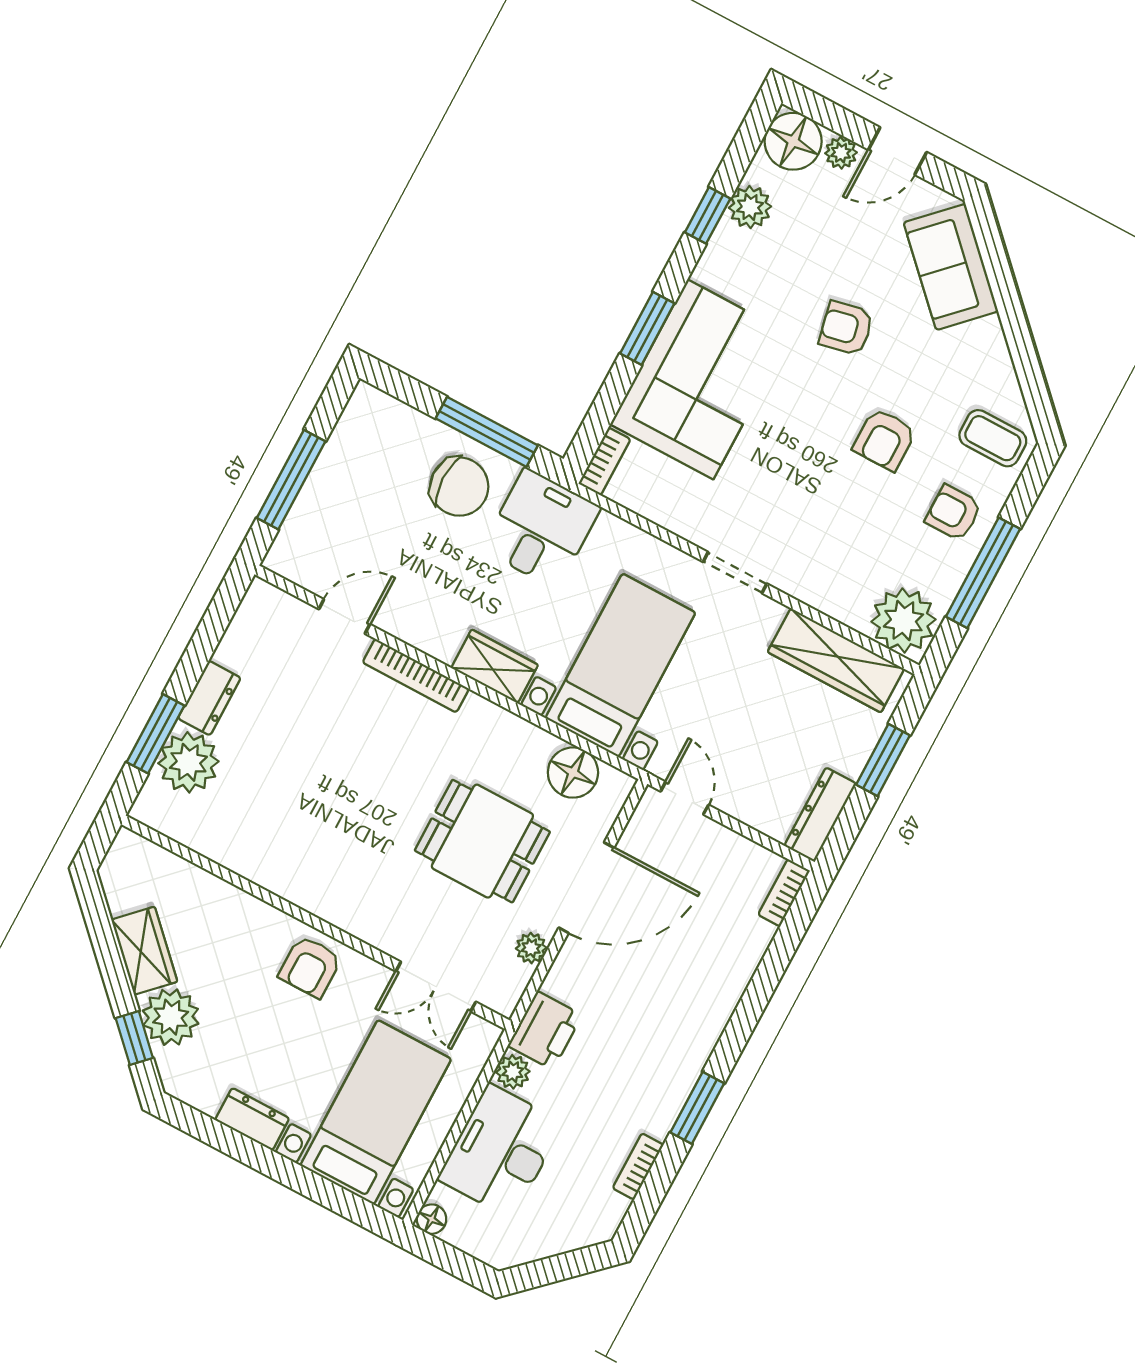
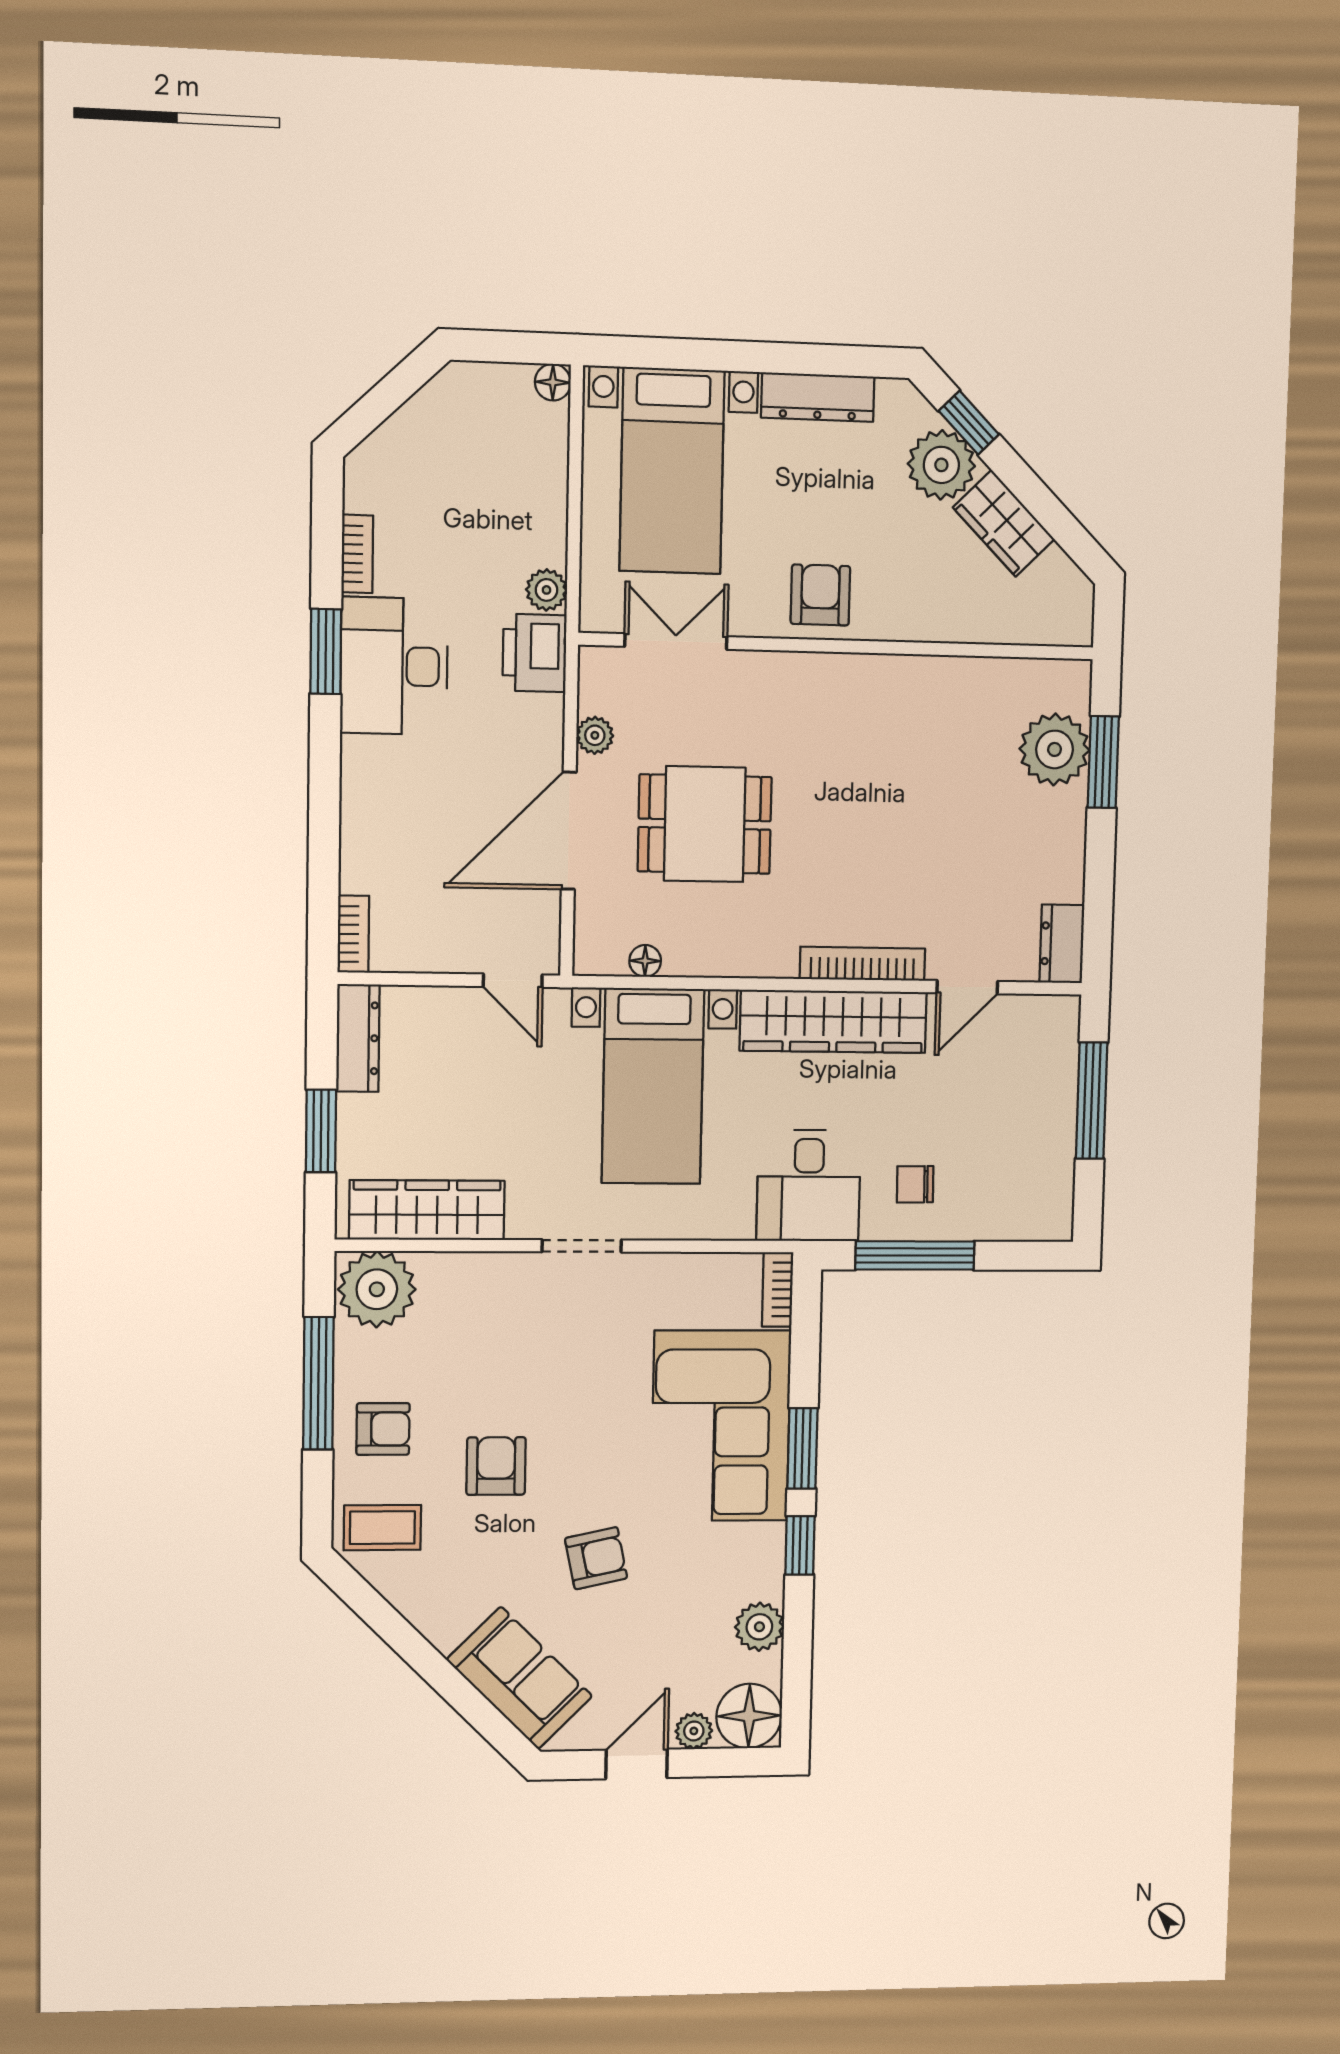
window: (708, 215) -> (800, 1545), moved
chair: (459, 487) -> (915, 1184), width x0.54, depth x0.54
wardrobe: (495, 666) -> (833, 1021), width x2.10, depth x1.17
dresser: (209, 698) -> (1062, 944), moved
floor lamp: (573, 773) -> (645, 961), width x0.53, depth x0.53
dresser: (252, 1119) -> (818, 397), width x1.44
desk: (501, 1151) -> (394, 666), moved, turned 180

